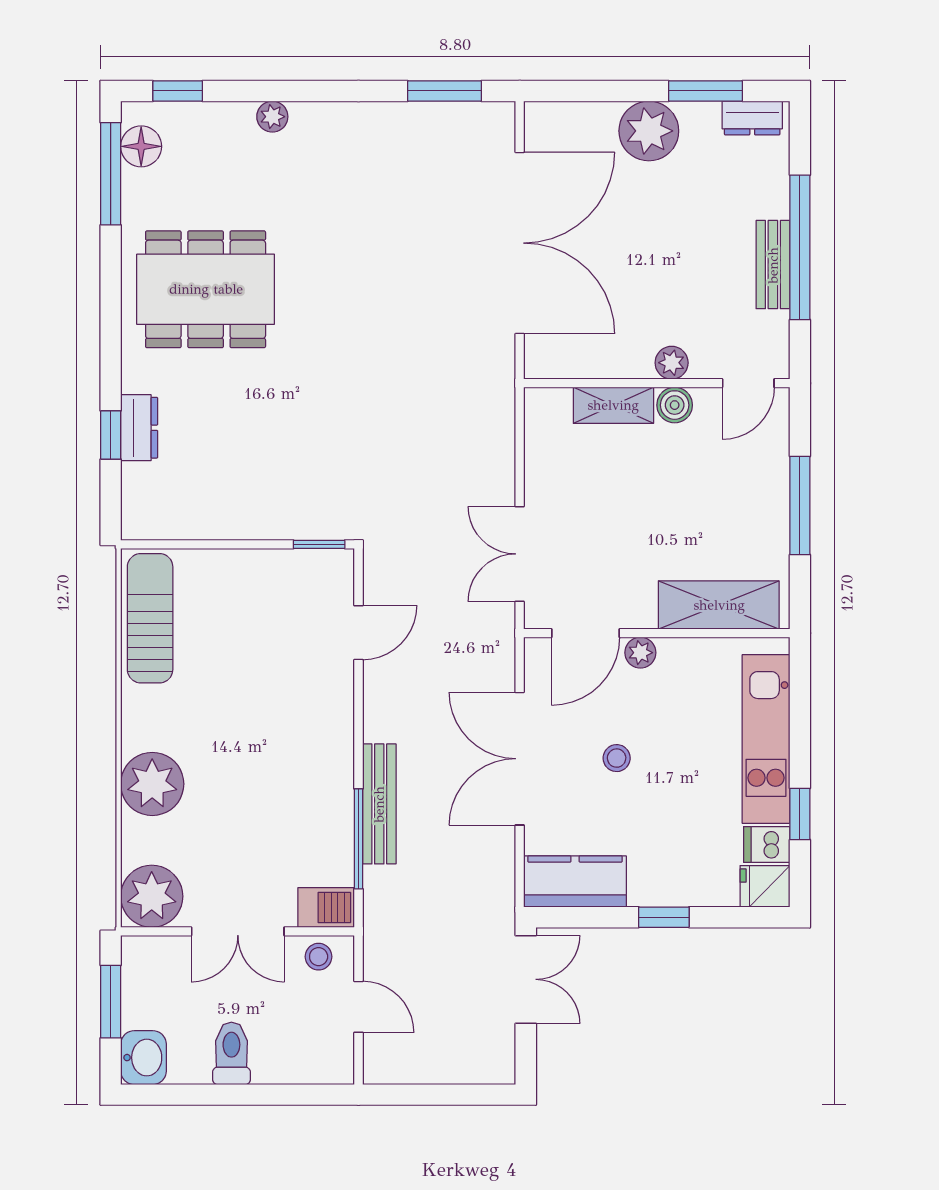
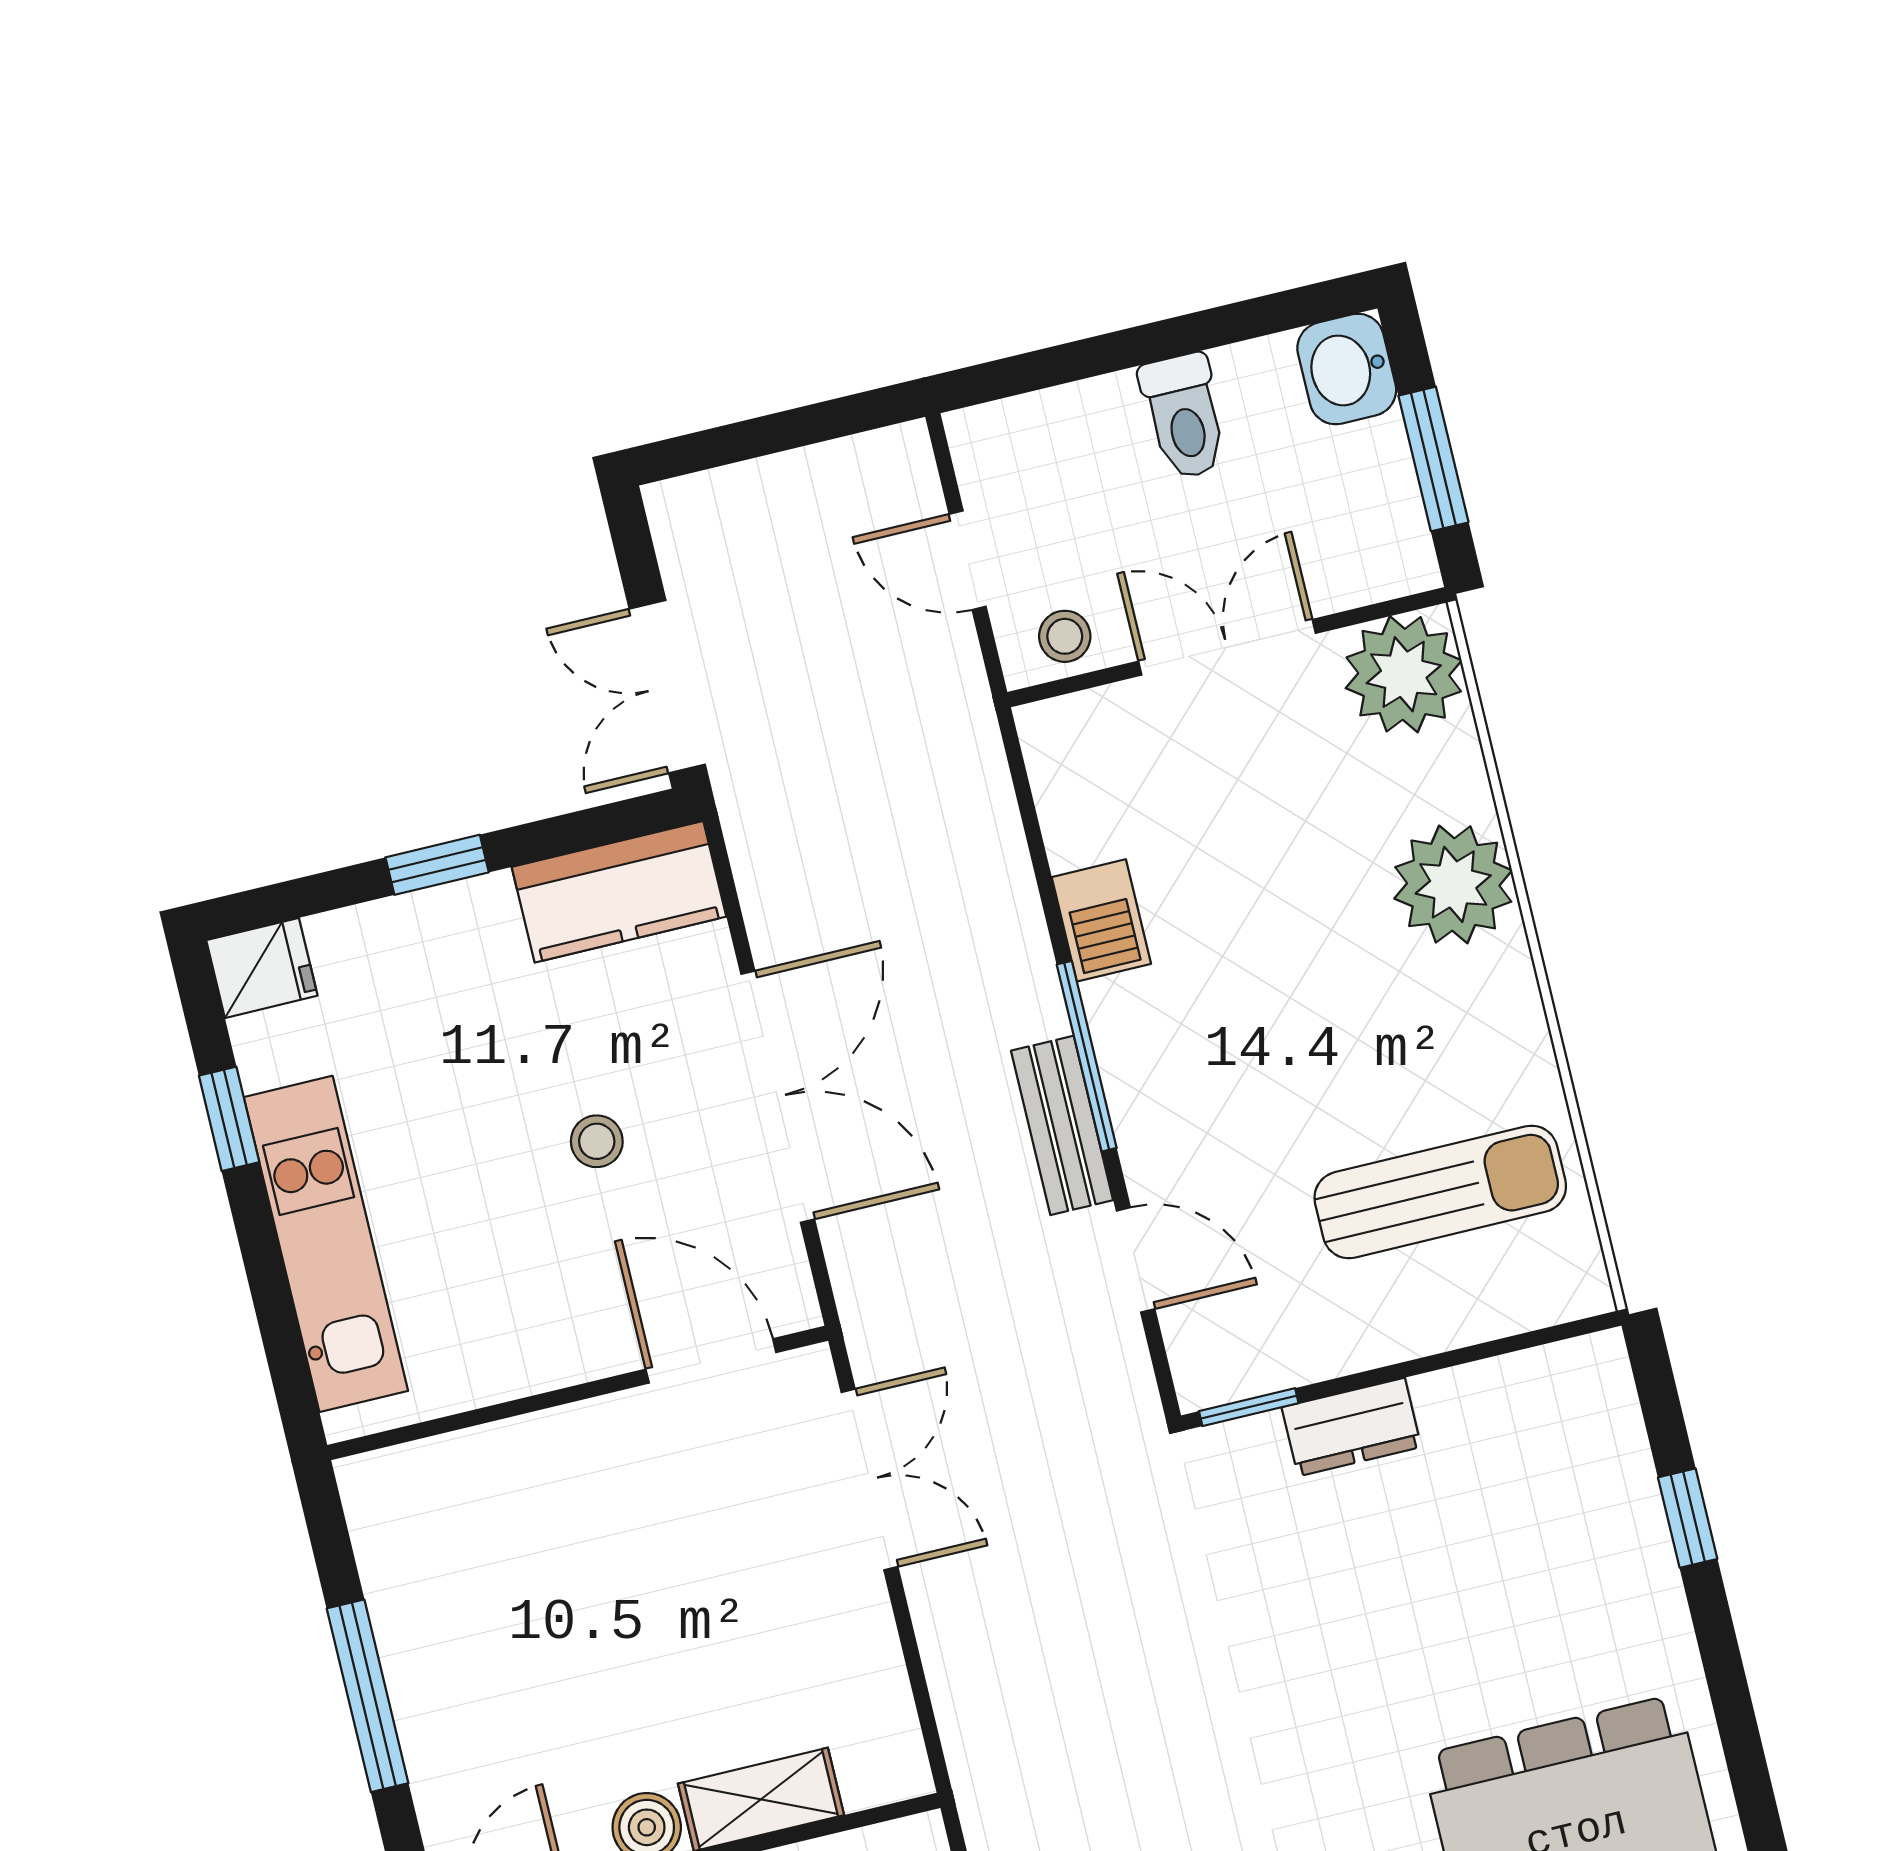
dresser: (139, 428) -> (1351, 1427), moved, turned -90
shelving: (719, 605) -> (475, 1473), removed
sun lounger: (150, 618) -> (1440, 1192), moved, turned -90
door: (358, 633) -> (1136, 1260), swing flipped
door: (586, 633) -> (711, 1361), hinge flipped
plant: (640, 653) -> (600, 1349), removed
bench: (379, 804) -> (1062, 1125), moved, width x0.73
window: (358, 839) -> (1087, 1056), moved
dishwasher: (767, 844) -> (277, 1047), removed
barbecue: (326, 907) -> (1101, 920), moved, turned -90

